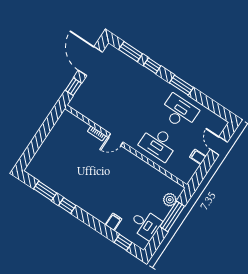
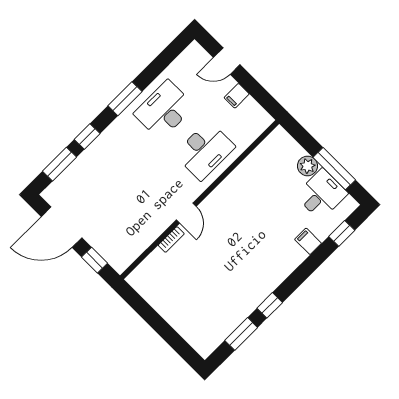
plant: (170, 200) -> (307, 166), moved
window: (172, 216) -> (334, 169), moved

